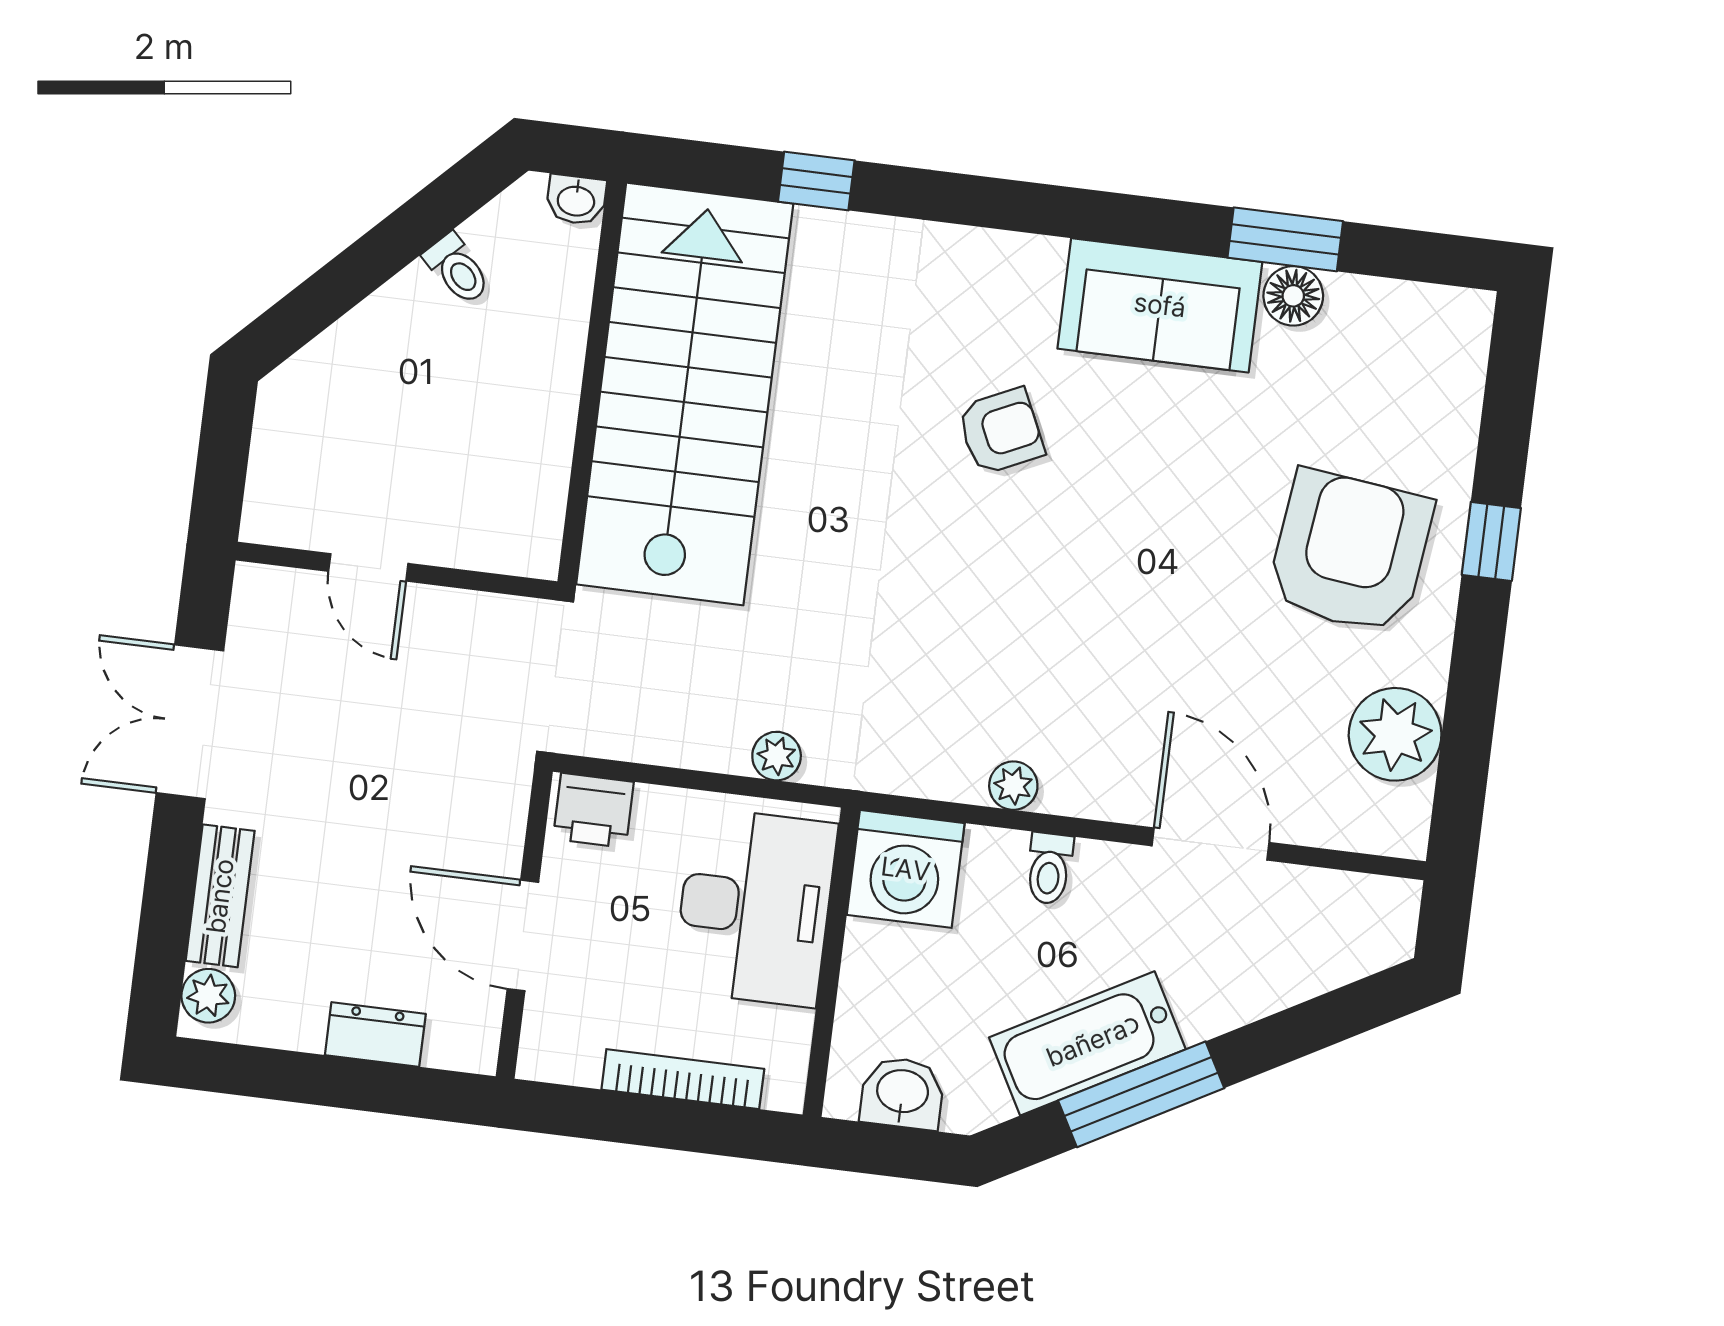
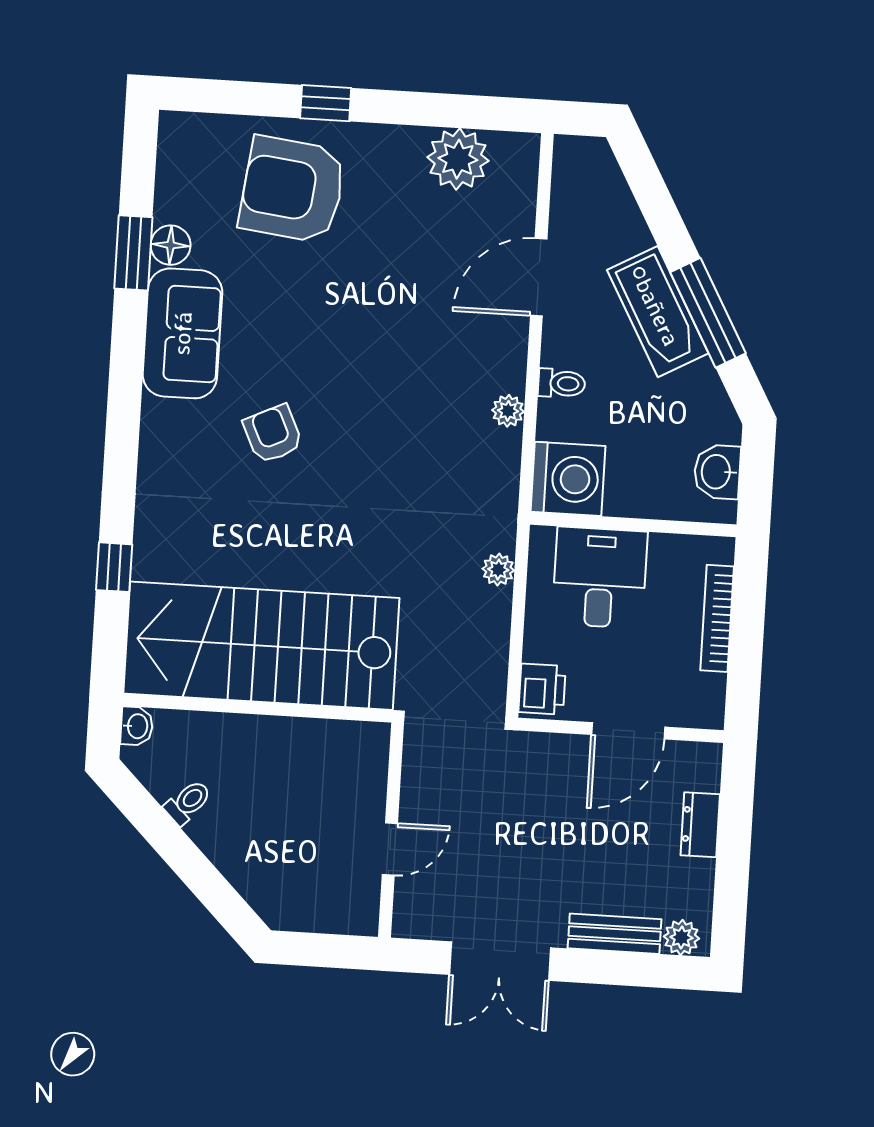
armchair: (1350, 552) -> (292, 189), moved
desk: (755, 907) -> (600, 578), width x0.73
bathtub: (1087, 1043) -> (658, 312), moved

